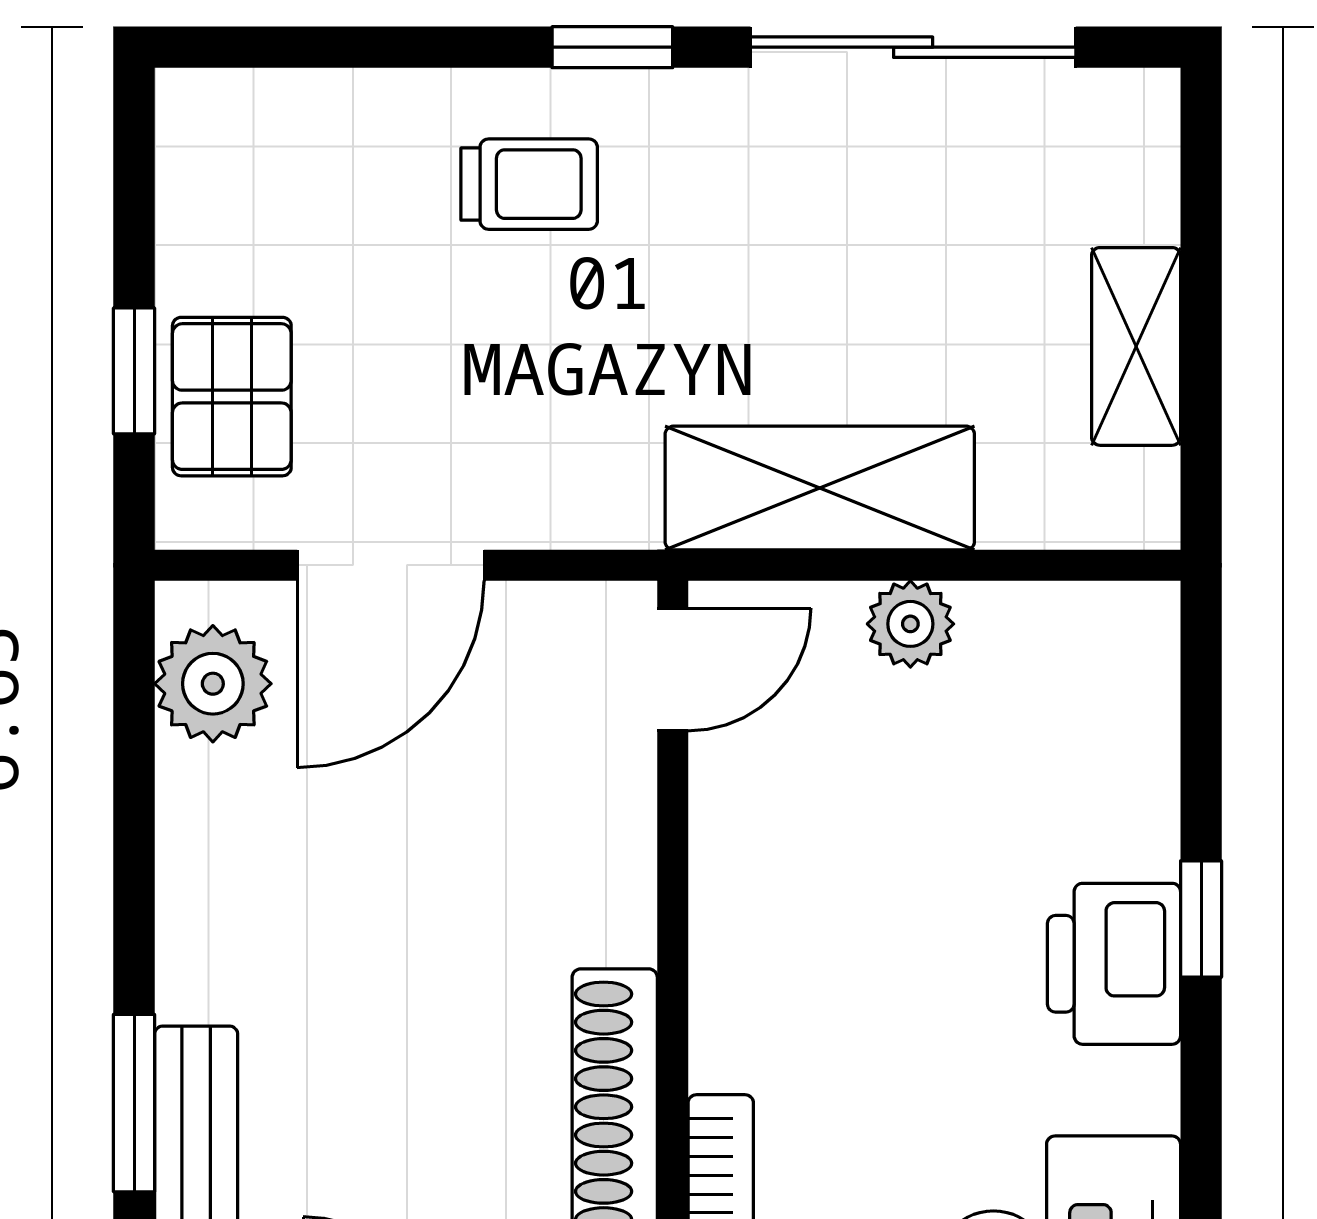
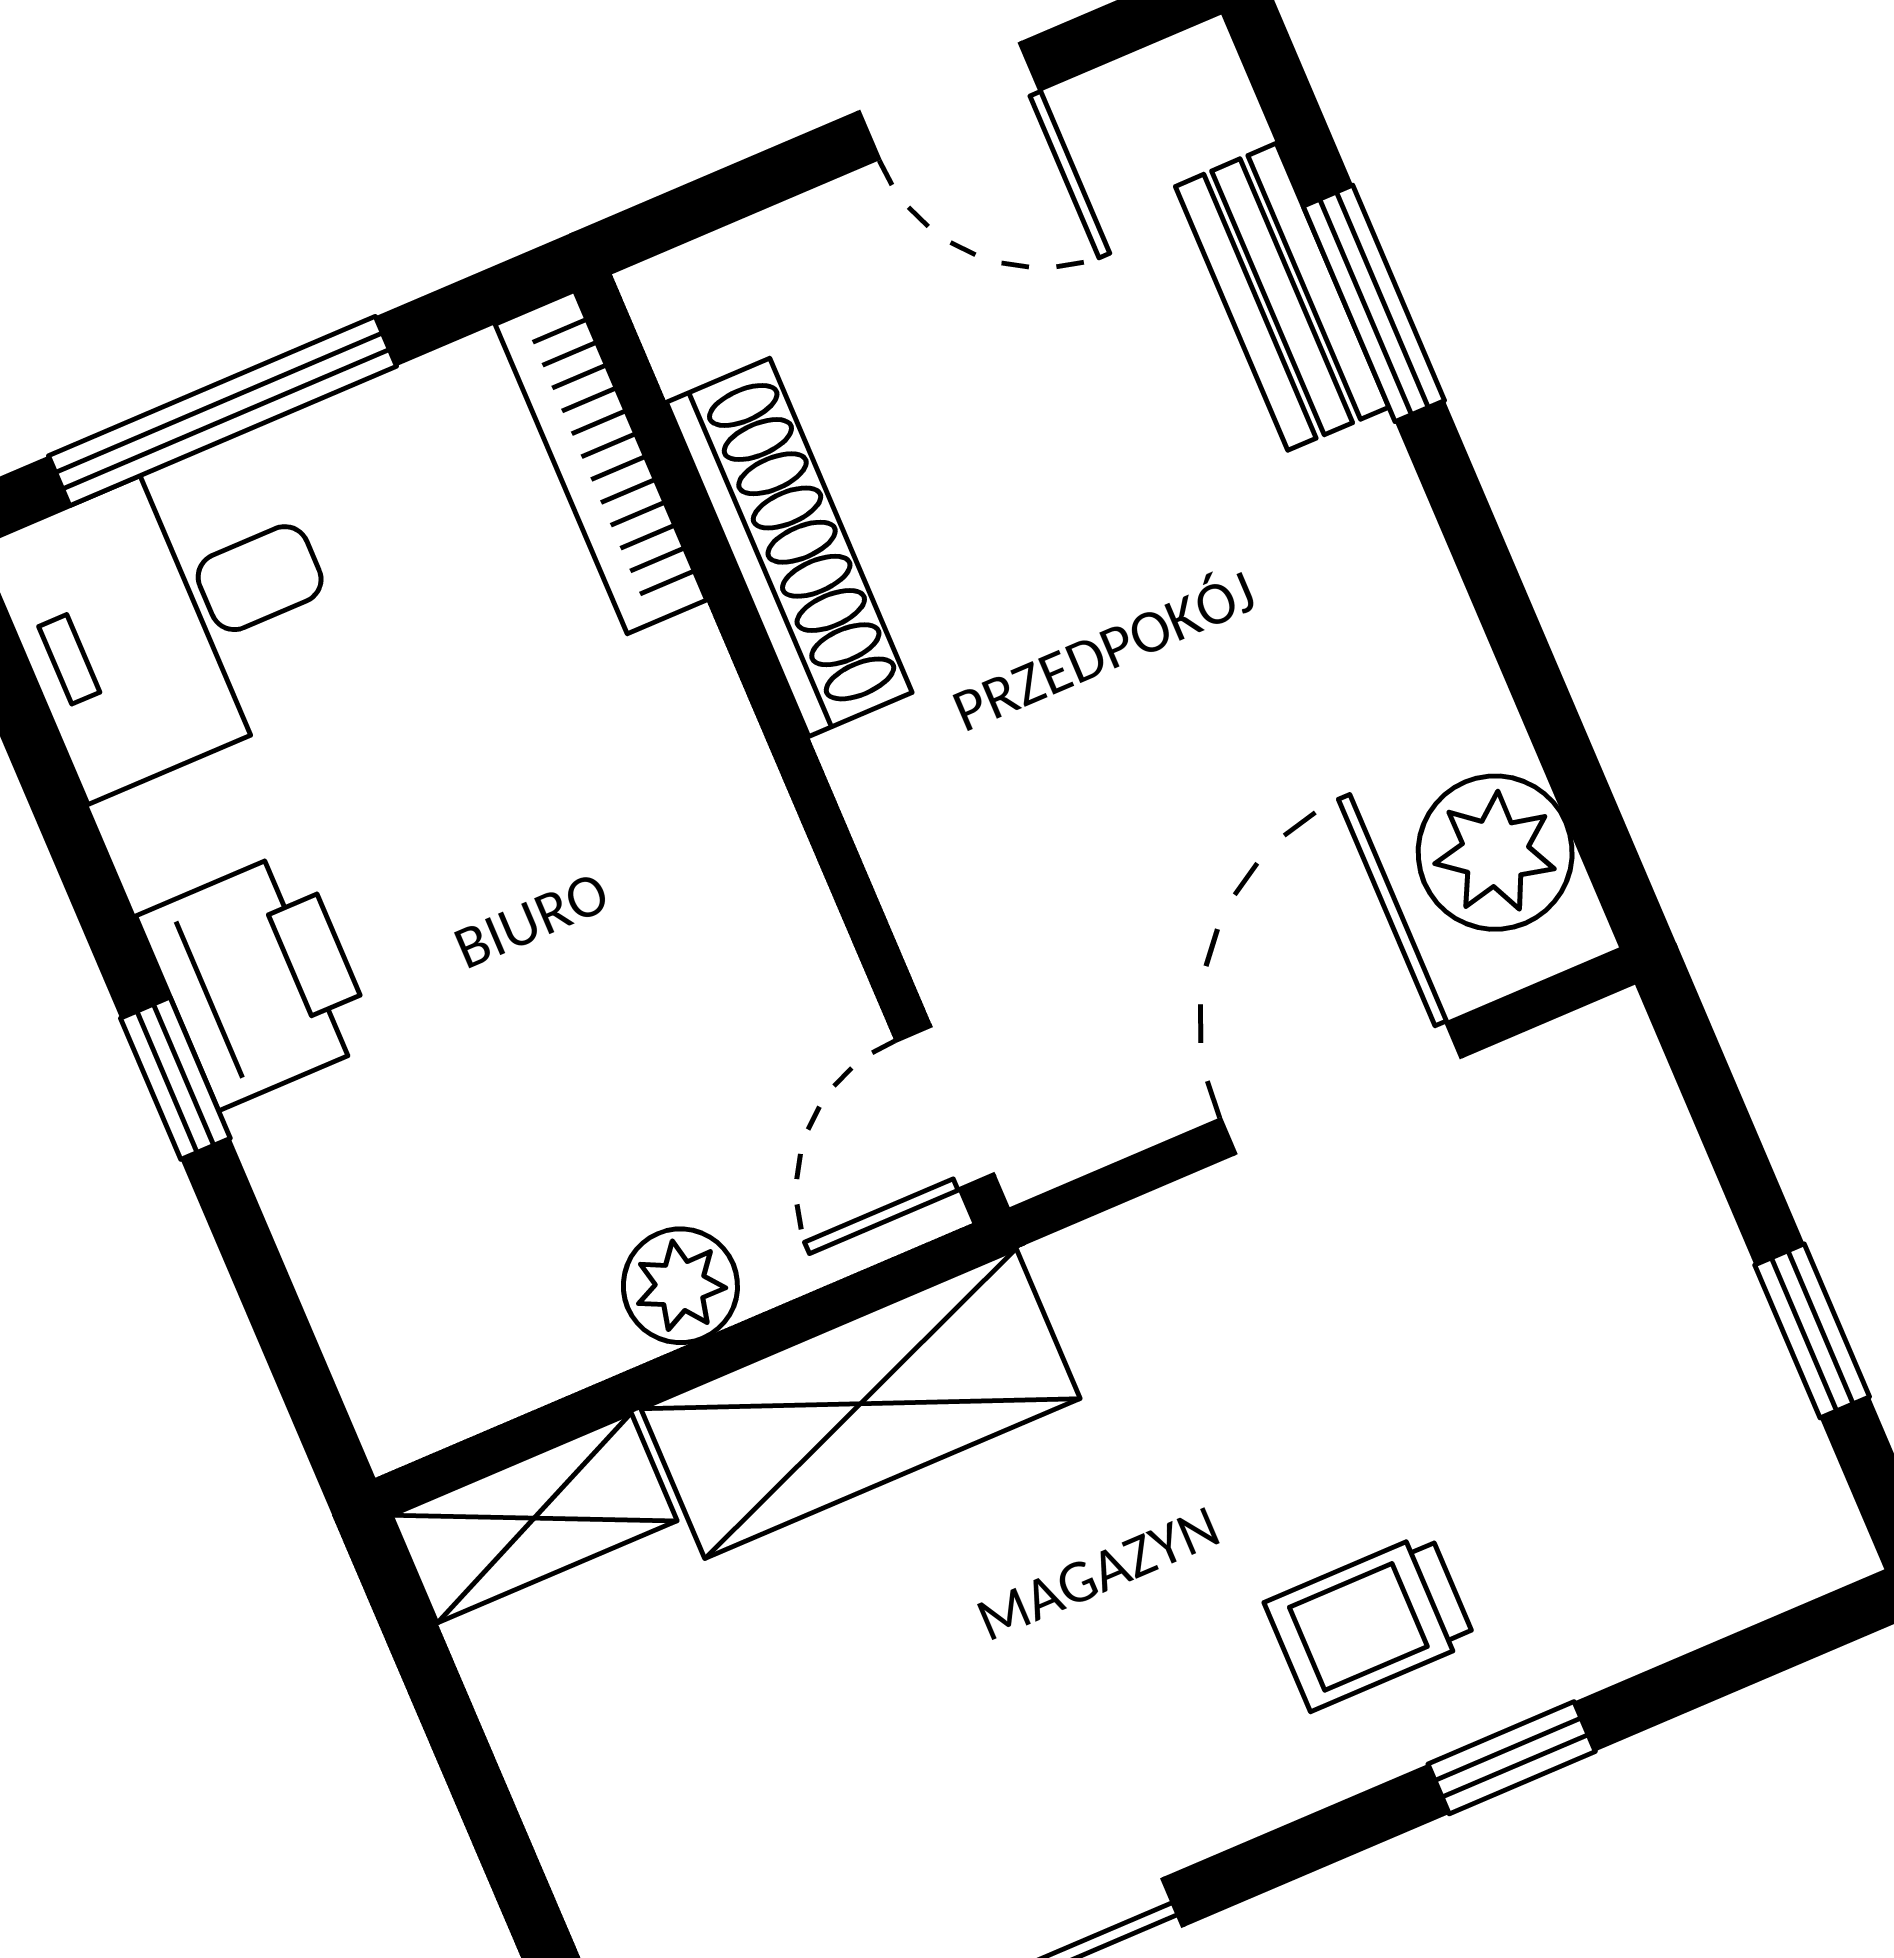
window: (612, 47) -> (1512, 1758), moved
shelving: (1136, 346) -> (534, 1518), moved, turned 90
window: (134, 371) -> (1812, 1331), moved
pallet: (232, 397) -> (1621, 1210), removed

